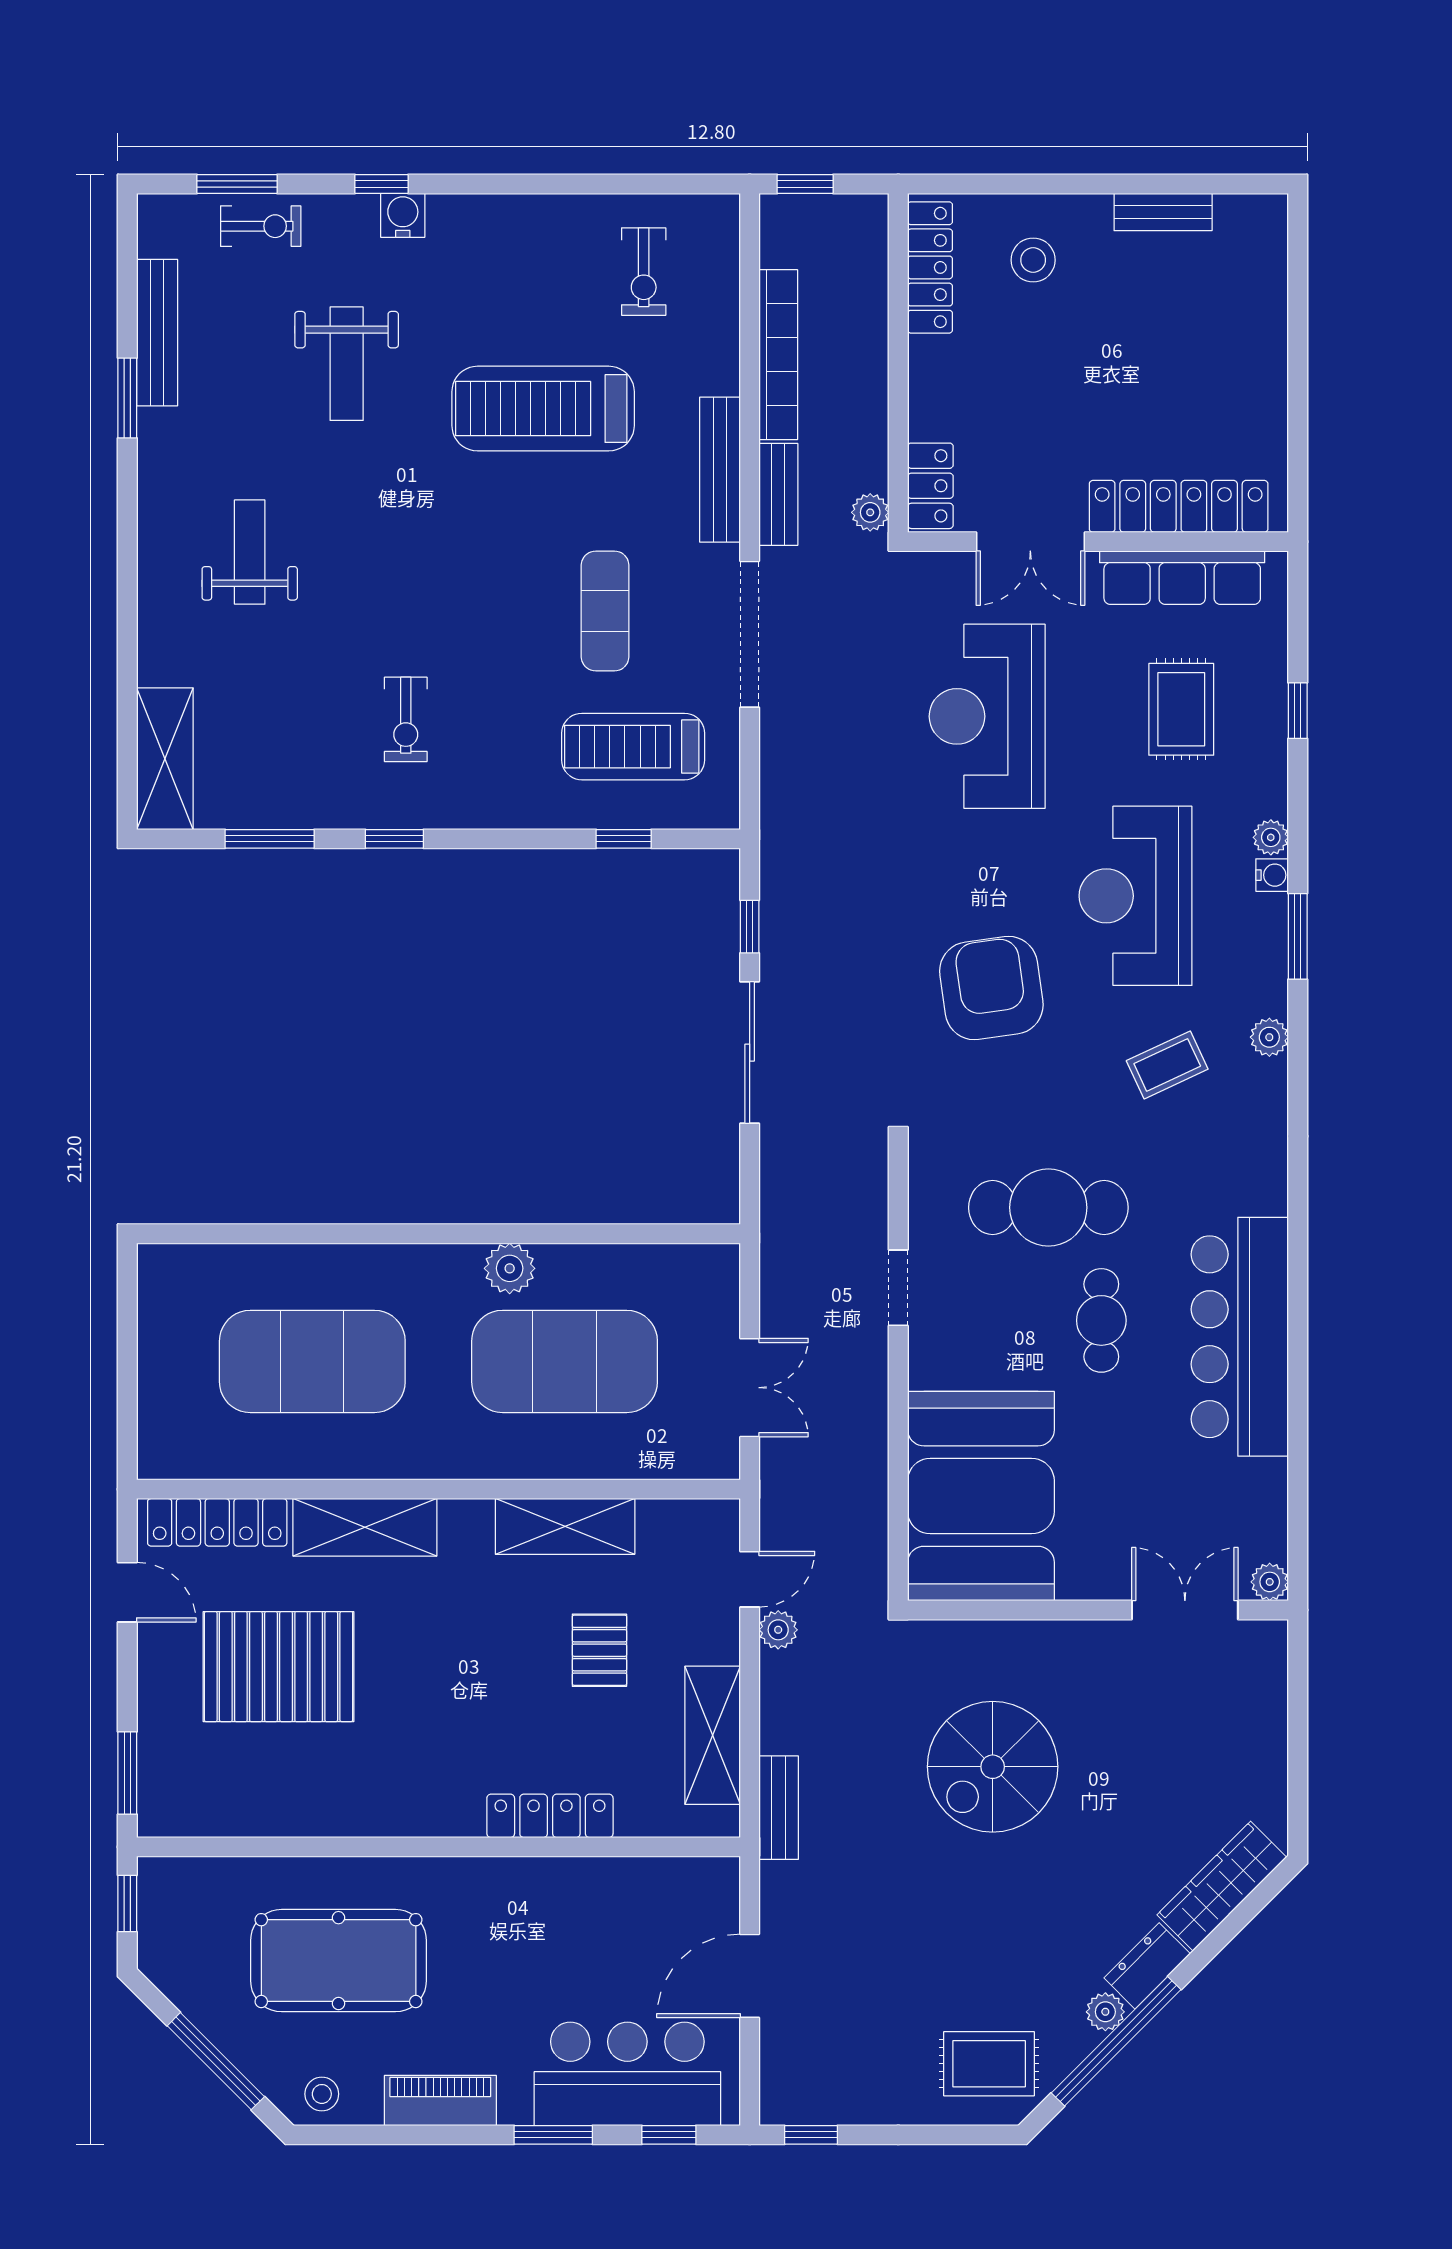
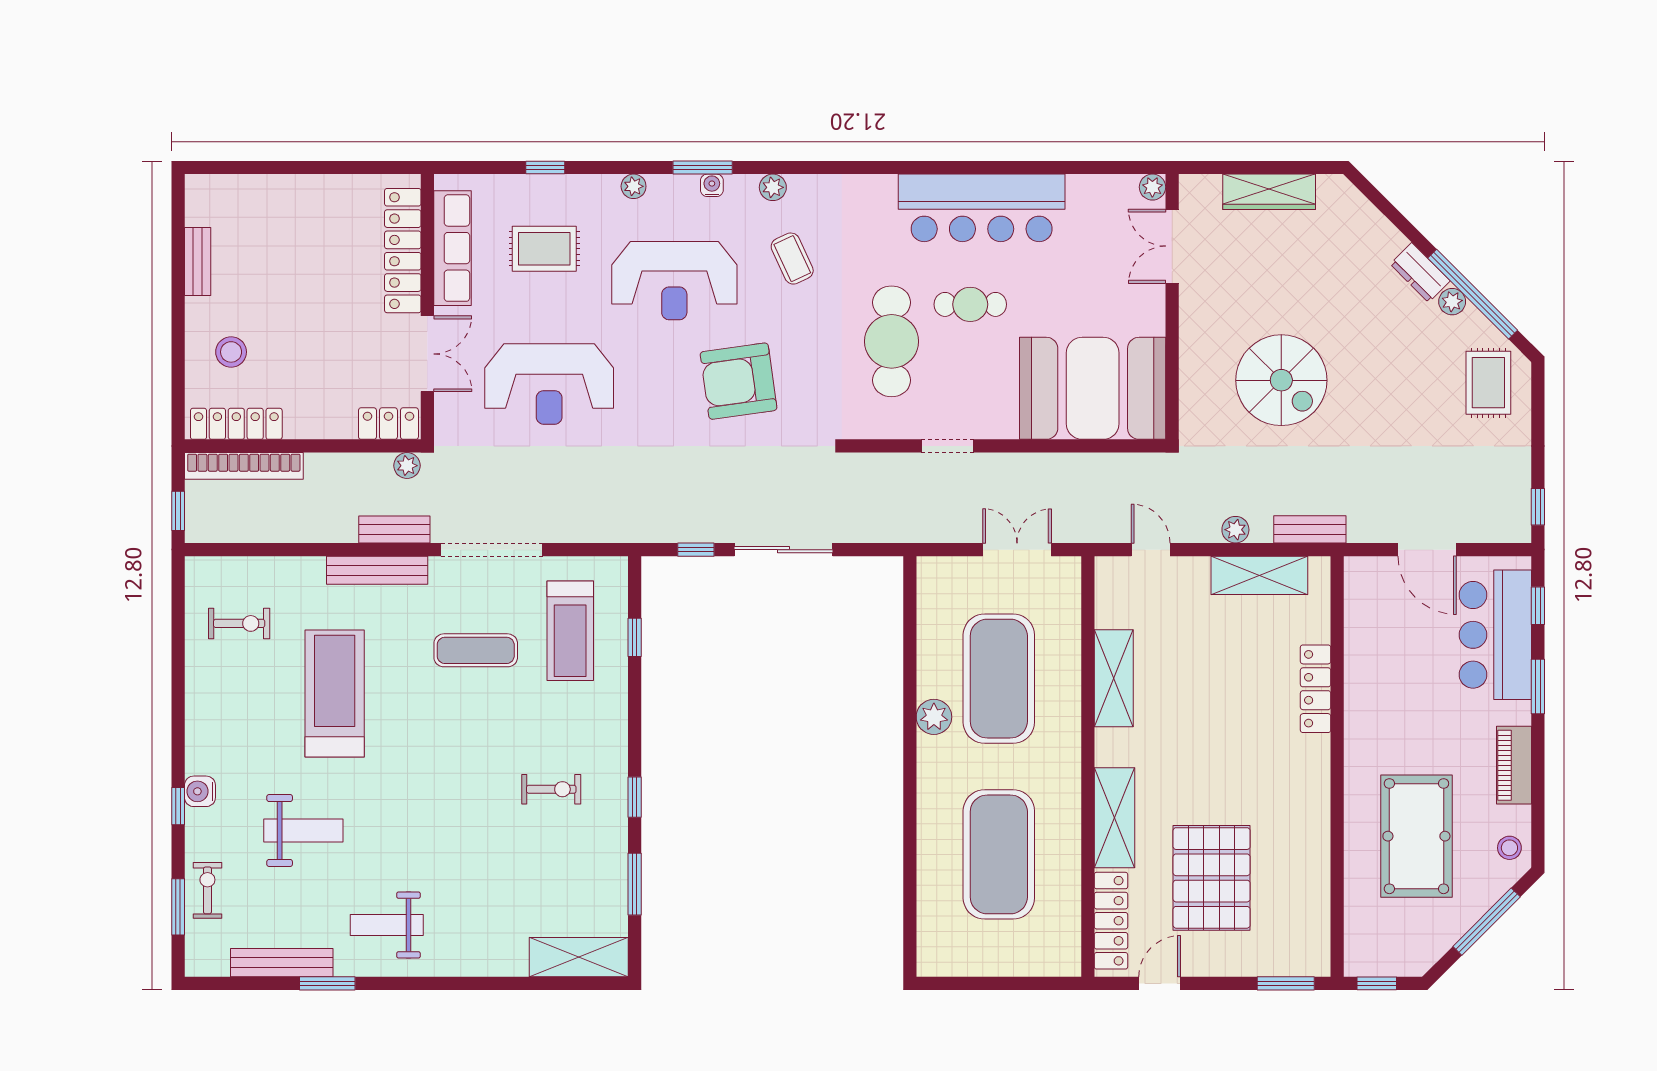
bookcase: (778, 355) -> (244, 466), moved, turned 180
treadmill: (543, 409) -> (335, 694), turned 180
weight bench: (250, 552) -> (387, 925), moved
water cooler: (1272, 875) -> (712, 185), moved
plant: (778, 1630) -> (1235, 530), moved
pallet: (599, 1650) -> (1200, 654), removed
wardrobe: (1222, 1886) -> (1269, 192), moved, turned -45

